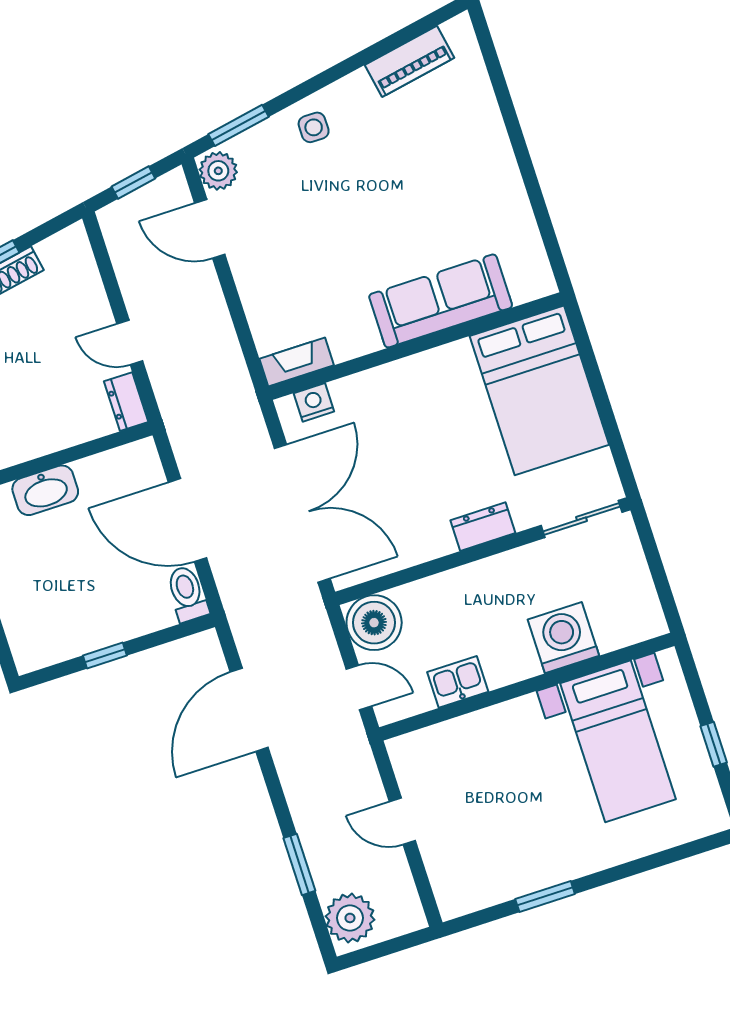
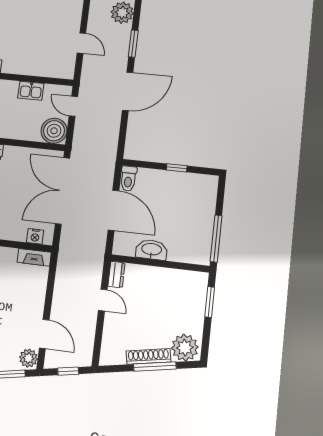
washbasin: (45, 490) -> (152, 250), moved
door: (249, 710) -> (128, 91), moved

